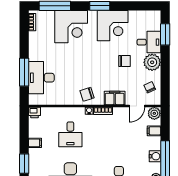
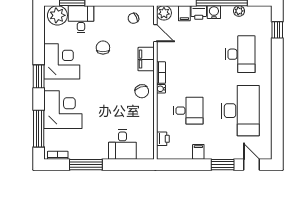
plant: (152, 62) -> (57, 15), moved
window: (24, 72) -> (86, 165), moved
desk: (41, 78) -> (122, 144), width x0.73
printer: (35, 112) -> (163, 139), moved
printer: (155, 143) -> (199, 12), added

